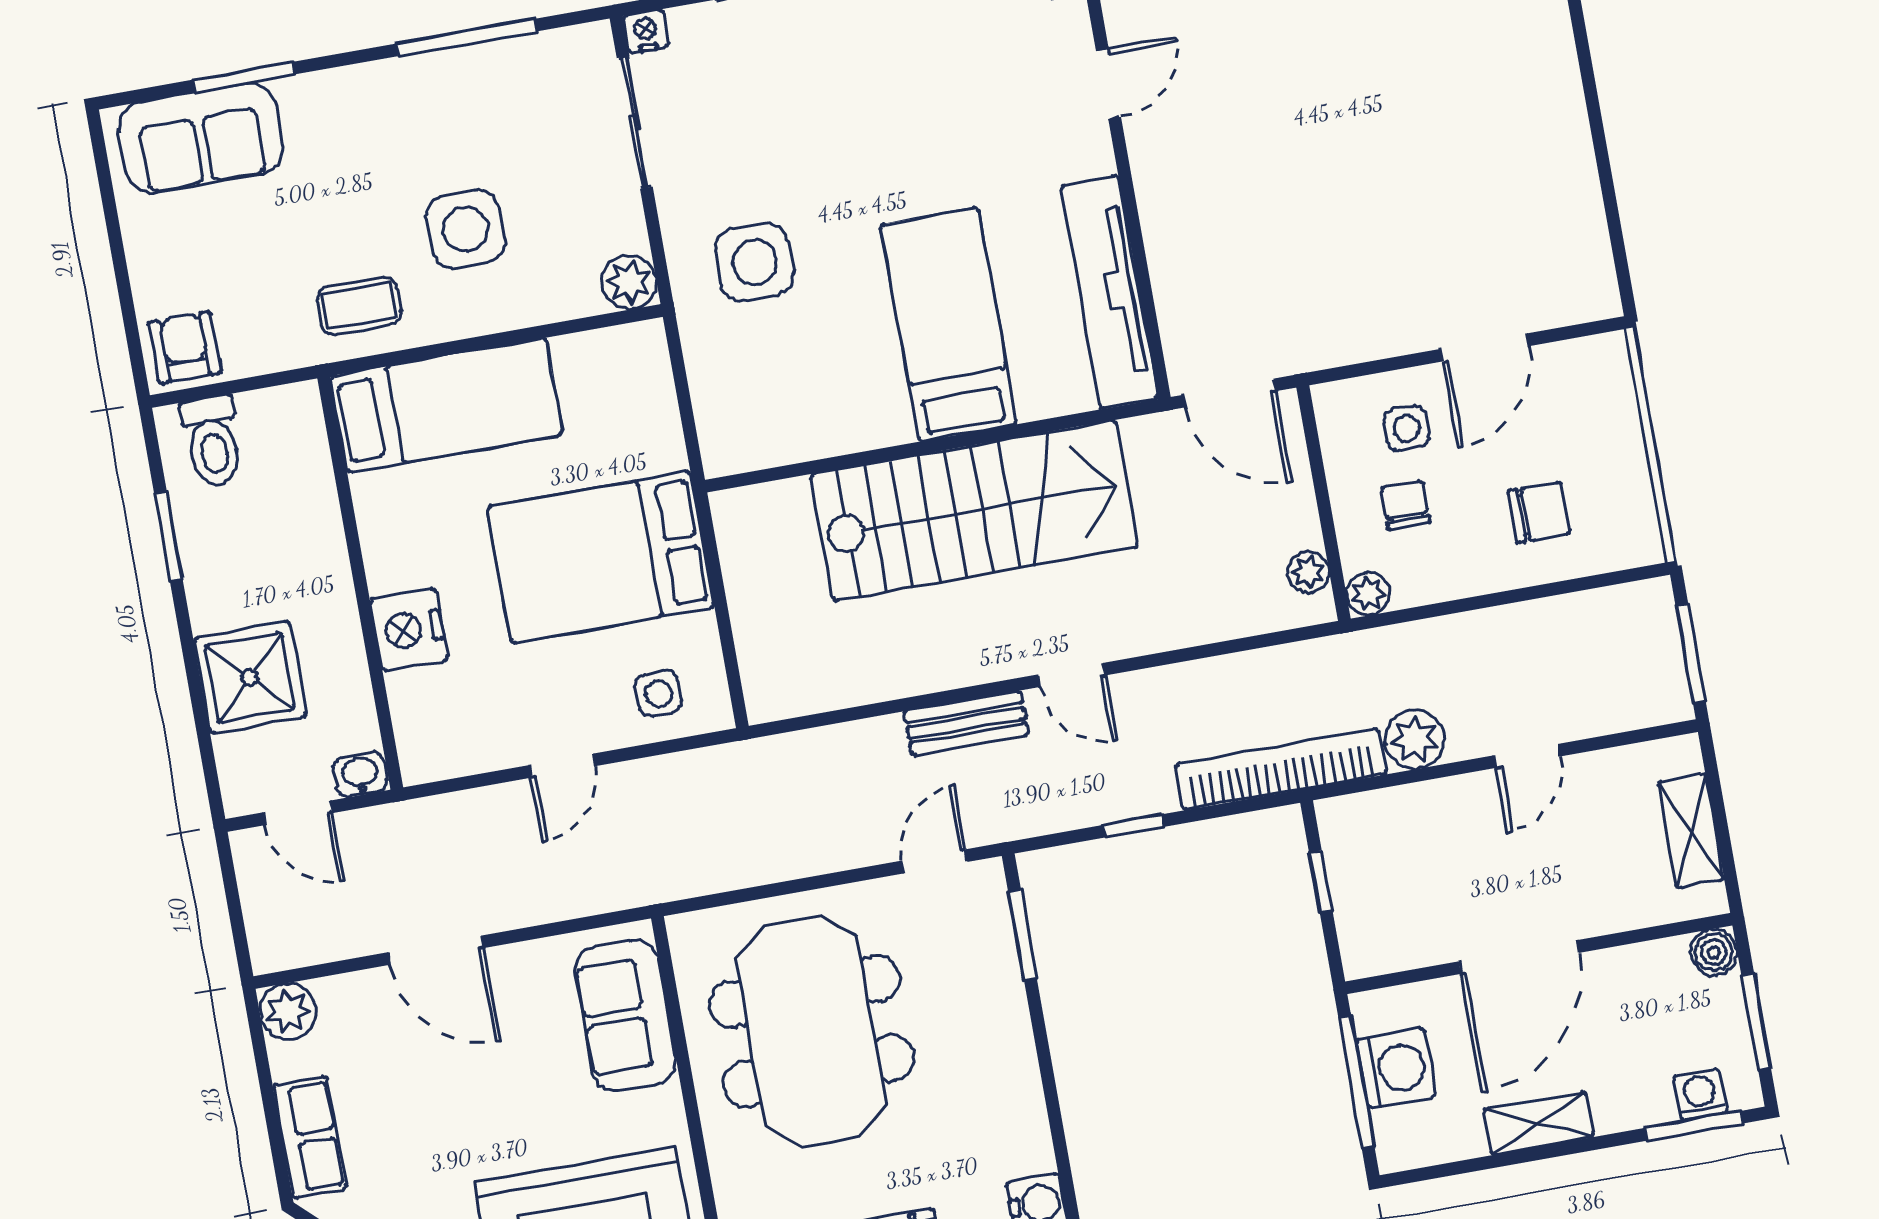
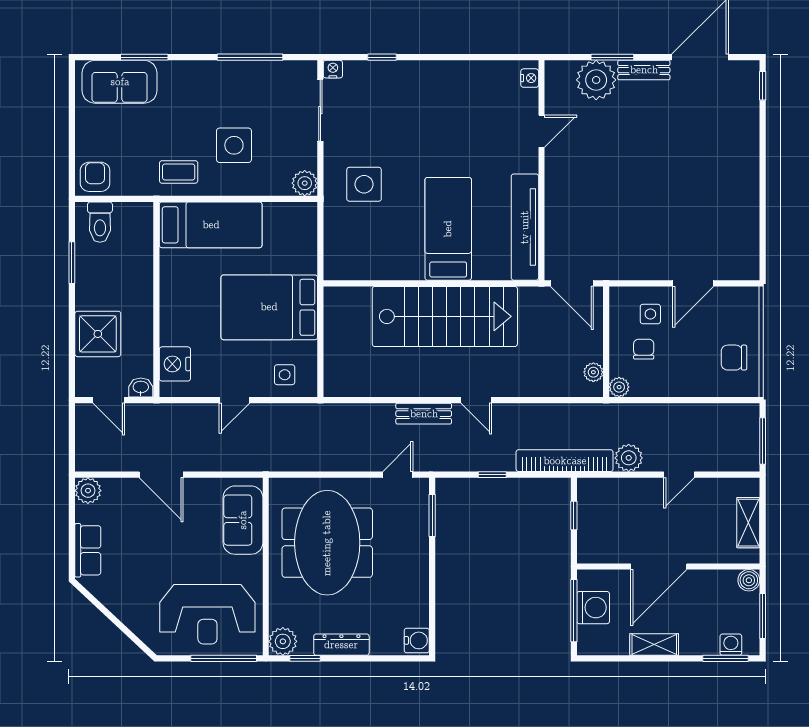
chair: (1539, 512) -> (734, 358), moved, turned 180
nightstand: (409, 630) -> (175, 364), moved

